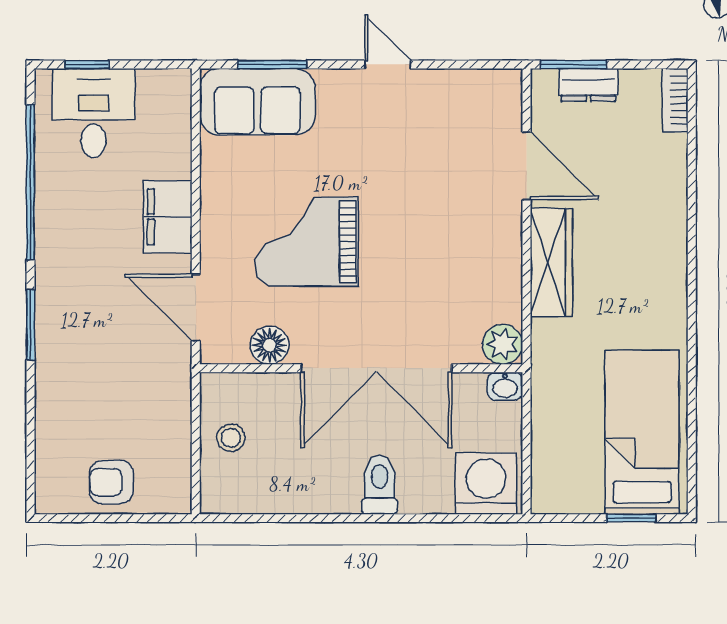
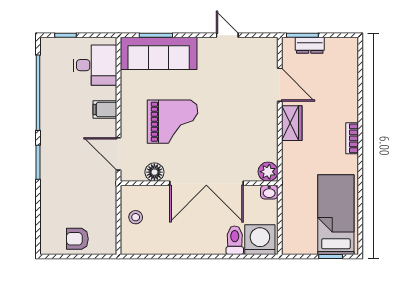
door: (388, 64) -> (227, 35), moved
bookcase: (675, 100) -> (352, 138), moved
sofa: (257, 102) -> (159, 53), width x1.36
desk: (94, 113) -> (95, 65), moved, turned 90
filing cabinet: (168, 217) -> (105, 110), width x0.50
grand piano: (306, 242) -> (172, 122), turned 180
wardrobe: (551, 263) -> (292, 123), width x0.67
toilet: (380, 485) -> (235, 240), moved

